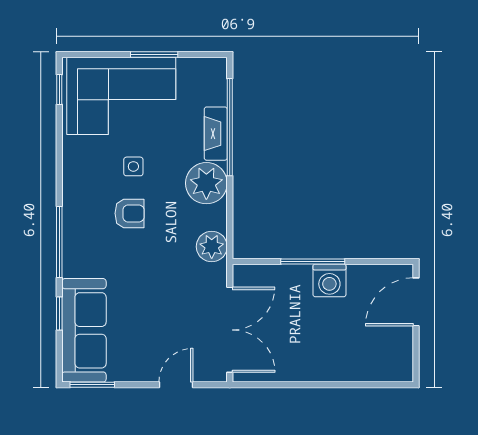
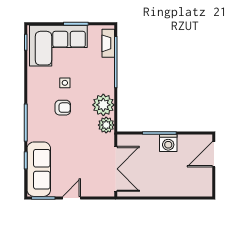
fireplace: (216, 134) -> (108, 43), moved
plant: (206, 183) -> (103, 105), moved
door: (176, 385) -> (71, 198), moved

